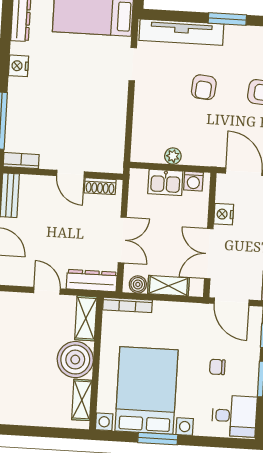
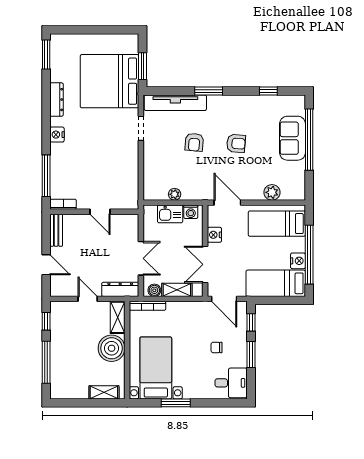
shoe rack: (100, 186) -> (122, 220), removed
bed with nightstands: (146, 390) -> (156, 368), width x0.73
shelving: (82, 400) -> (104, 392), moved, turned 90

